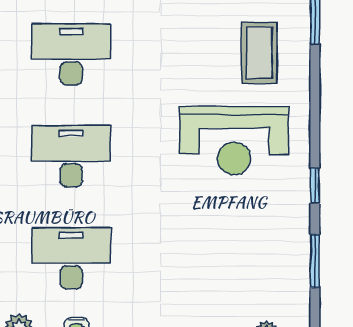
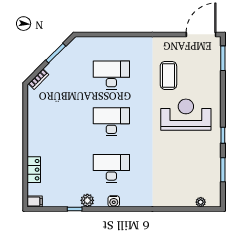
coffee table: (259, 53) -> (168, 75), moved
reception desk: (234, 141) -> (186, 115), turned 180

